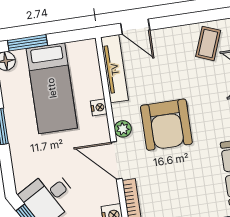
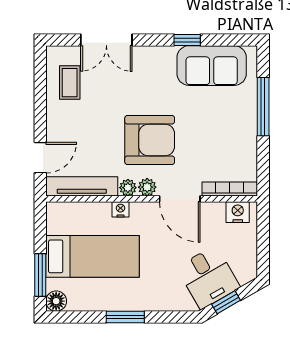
coffee table: (208, 43) -> (70, 83), turned 69
plant: (120, 111) -> (128, 188), added
door: (117, 160) -> (180, 199), hinge flipped

